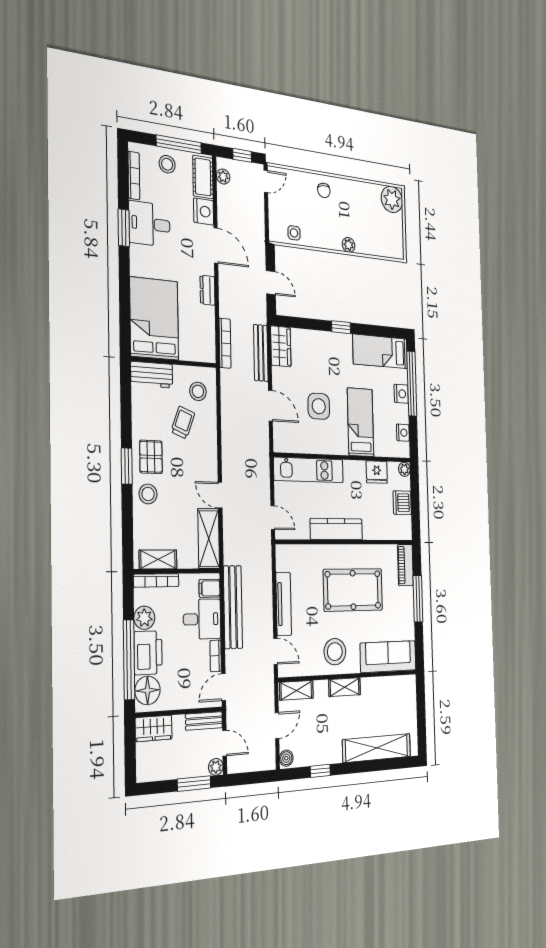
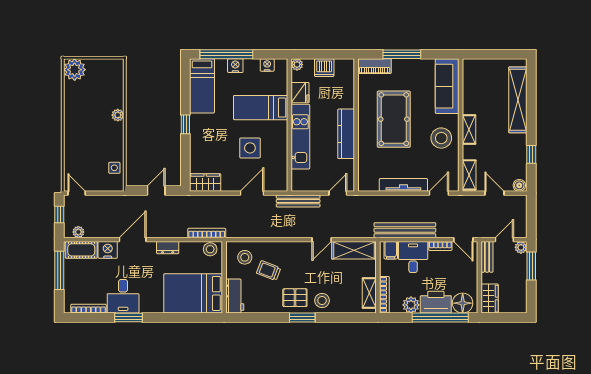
stool: (167, 164) -> (210, 249), moved
chair: (324, 190) -> (76, 138), removed
bench: (261, 353) -> (298, 201), moved
kitchen unit: (309, 470) -> (300, 137), moved

